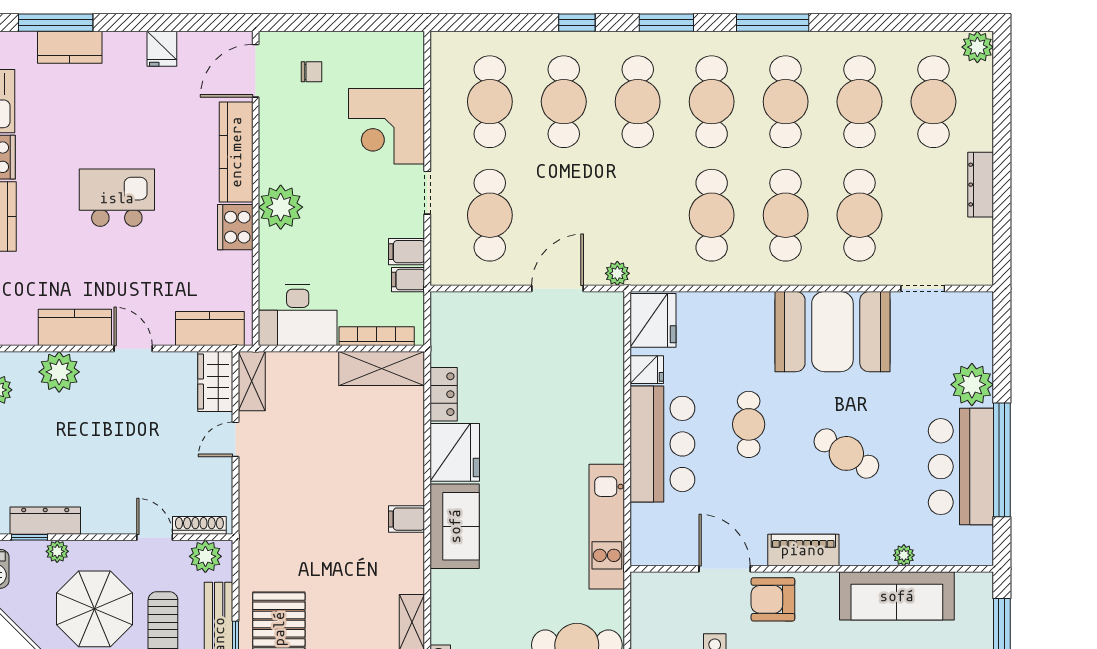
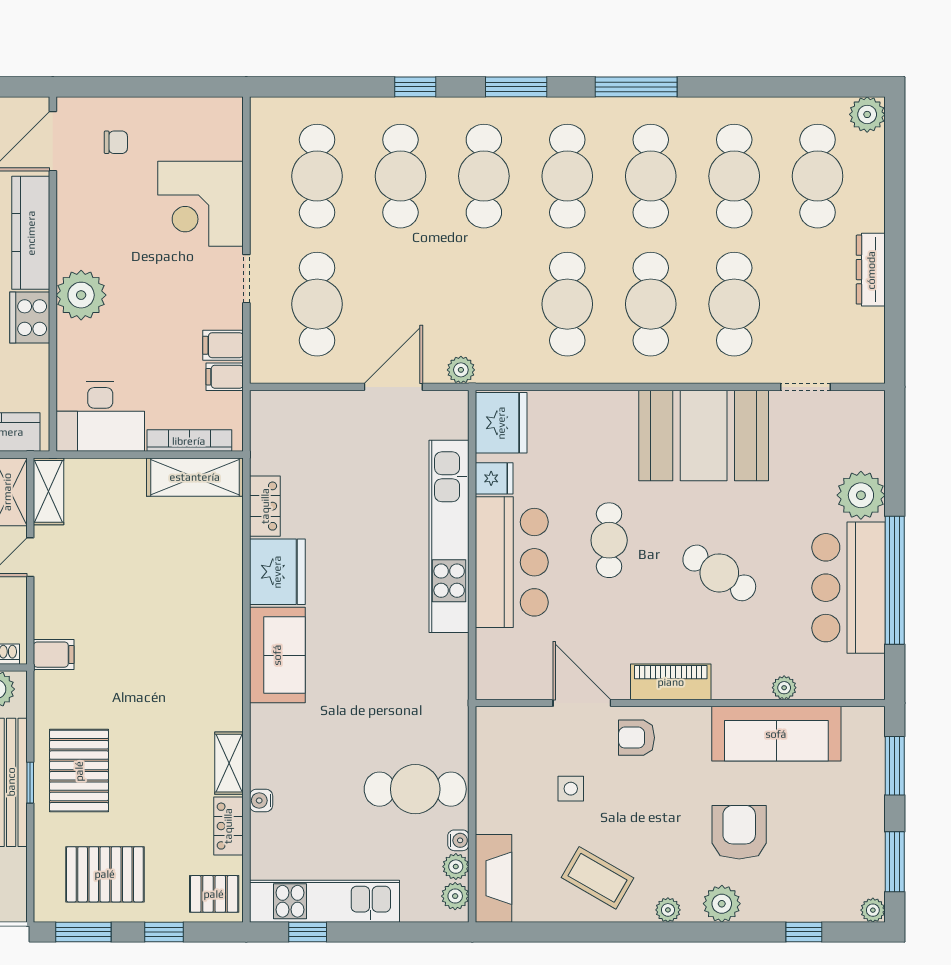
filing cabinet: (406, 519) -> (54, 655), moved, turned 180
kitchen unit: (607, 527) -> (449, 536), moved, width x1.36
armchair: (773, 599) -> (637, 738), width x0.72, depth x0.72

